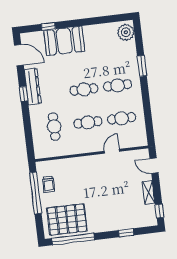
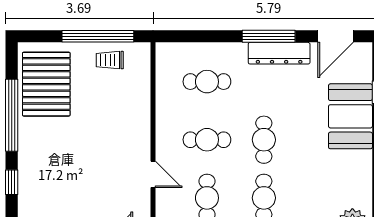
window: (24, 94) -> (269, 36), width x2.17
cafe table: (88, 122) -> (207, 140), turned 90
window: (73, 239) -> (12, 115), moved

